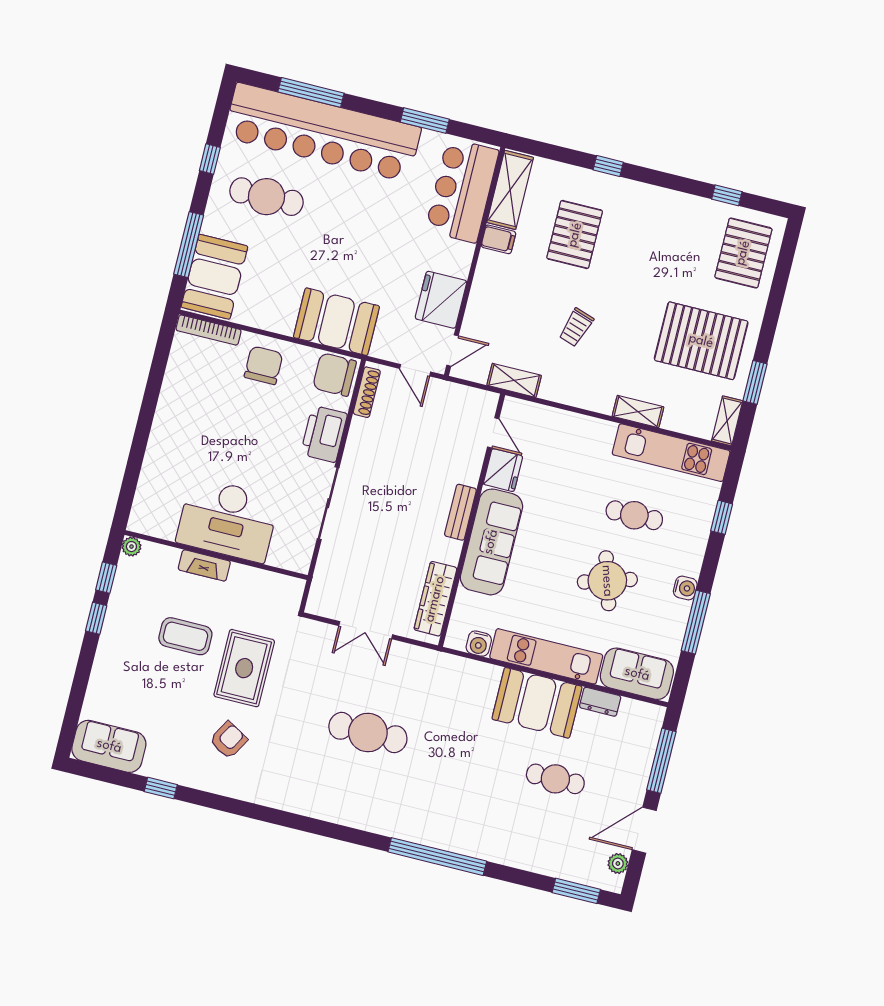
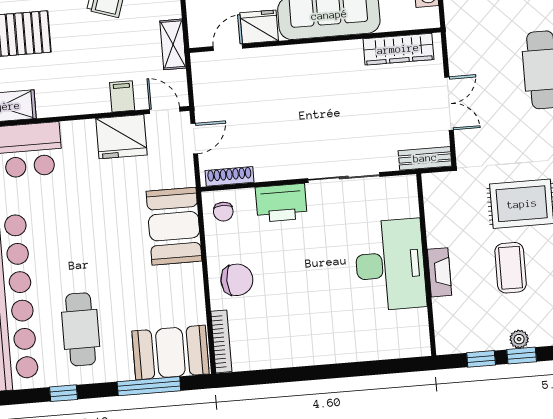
filing cabinet: (498, 239) -> (122, 96), moved
chair: (263, 365) -> (237, 280), turned 180
chair: (334, 375) -> (223, 212), width x0.54, depth x0.54
bench: (460, 512) -> (425, 158), moved
plant: (131, 547) -> (519, 339), moved

